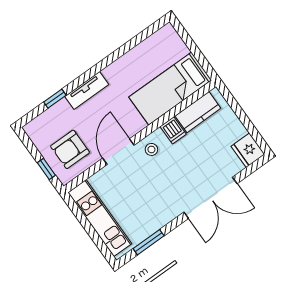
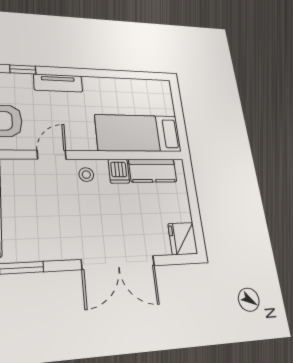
door: (118, 152) -> (52, 155), width x0.73

